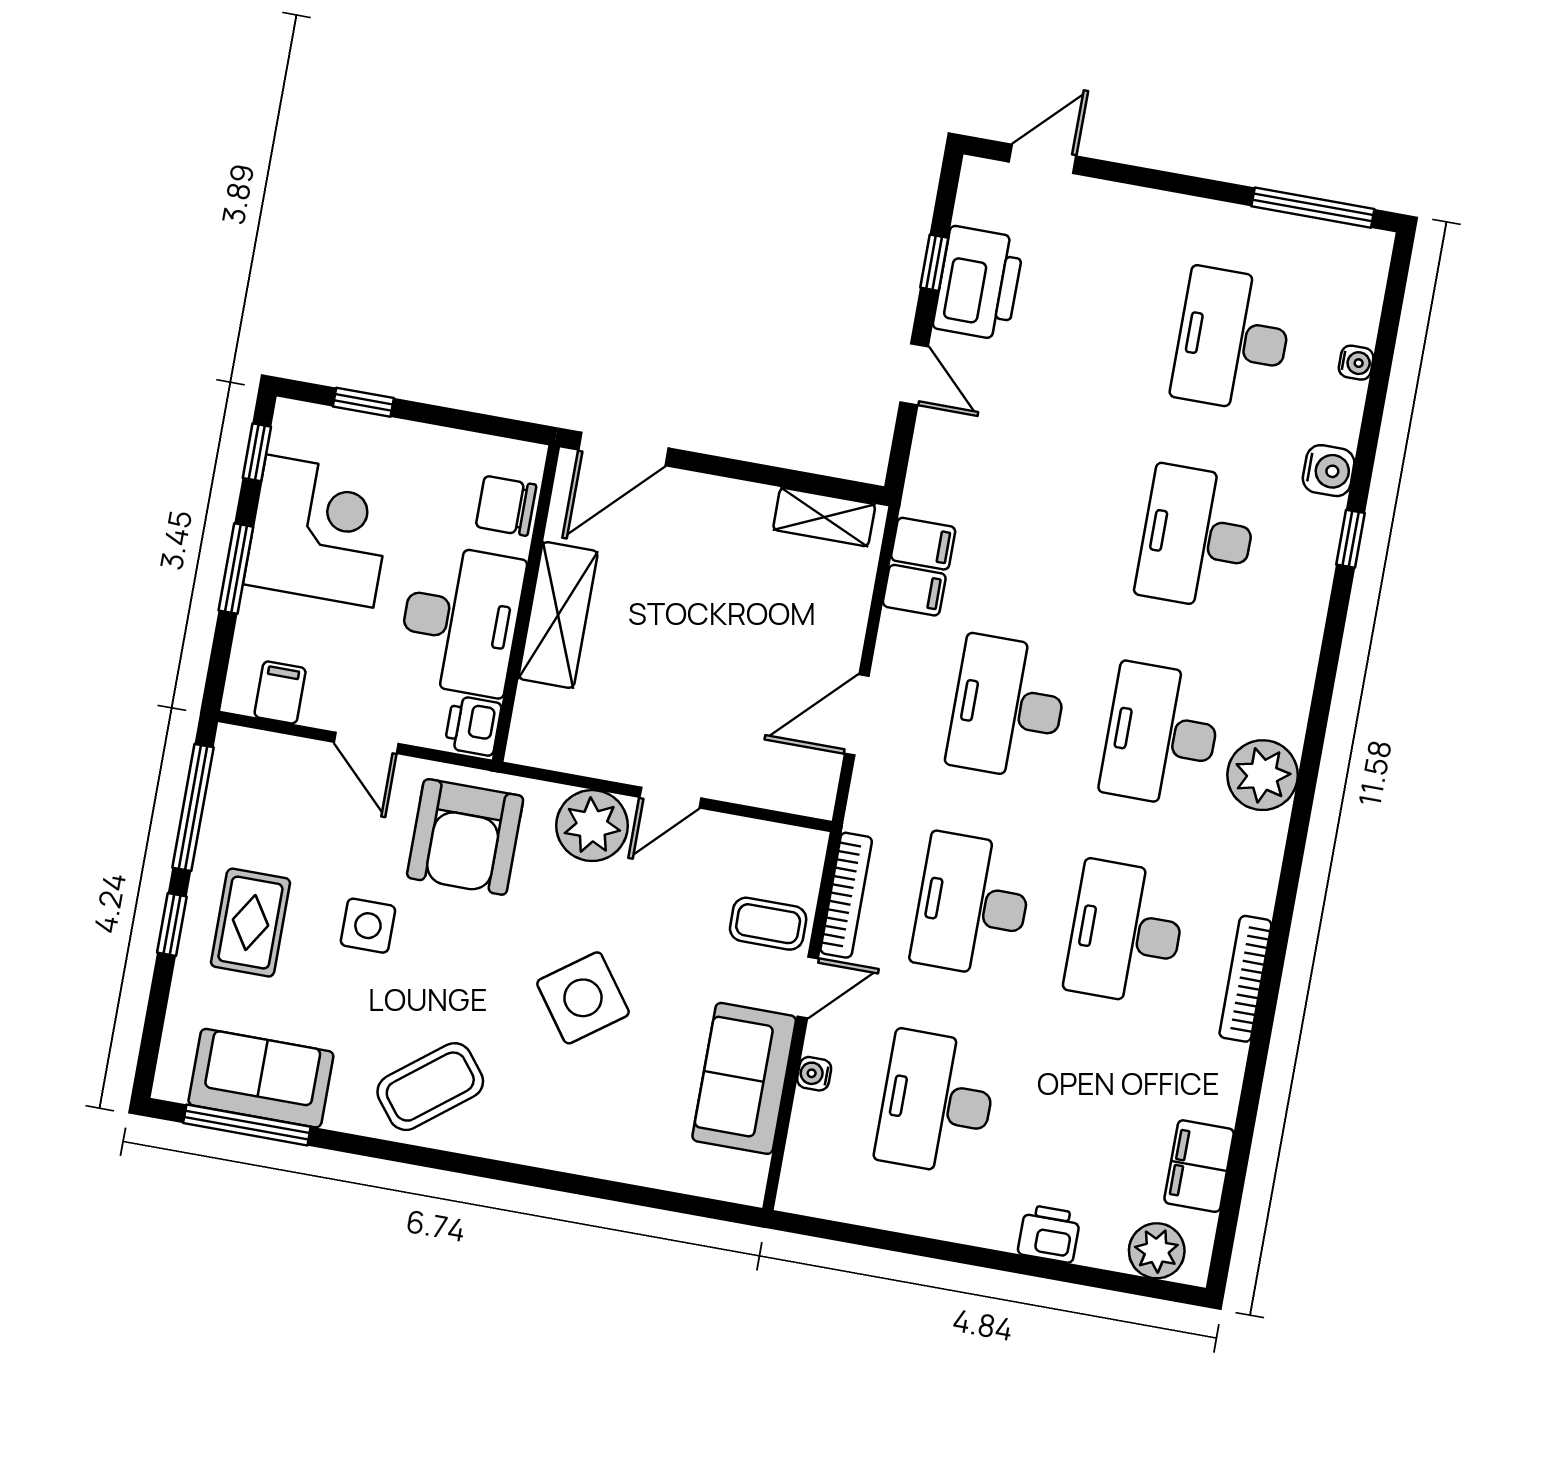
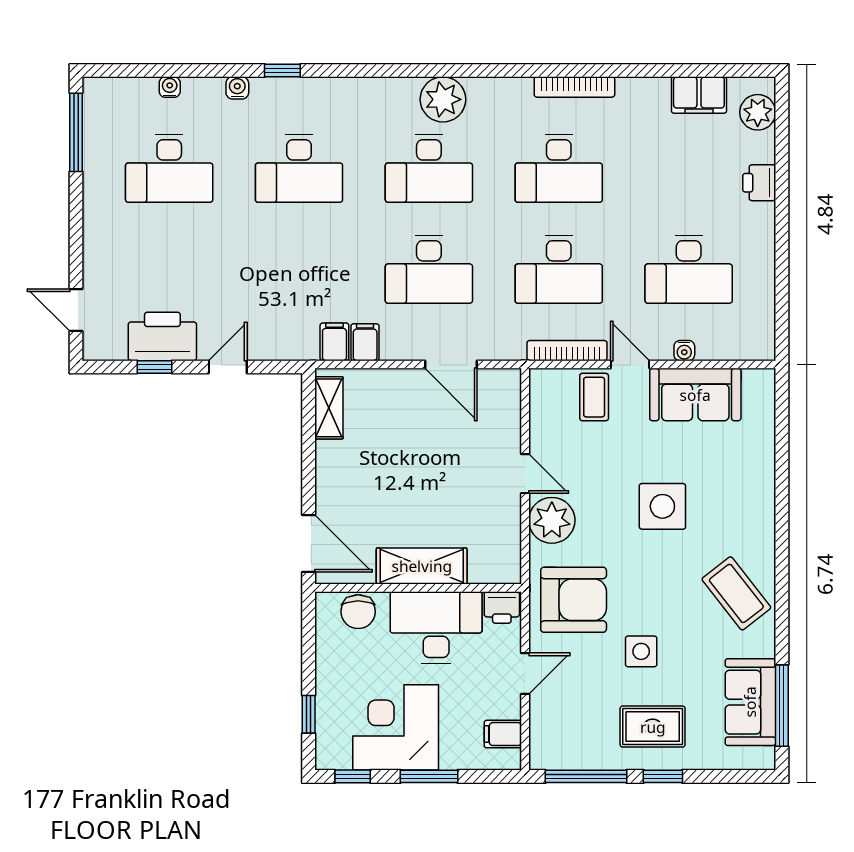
water cooler: (1329, 471) -> (237, 88), width x0.72, depth x0.72
side table: (583, 998) -> (662, 506), turned 36

